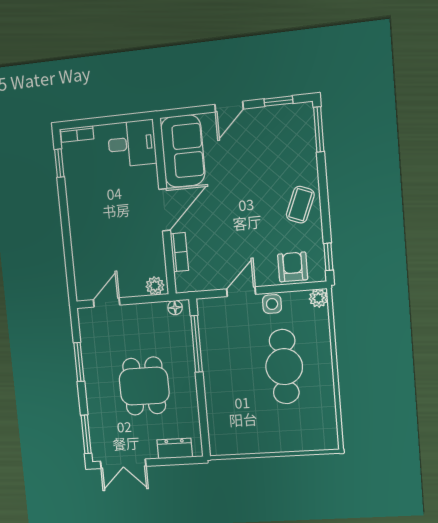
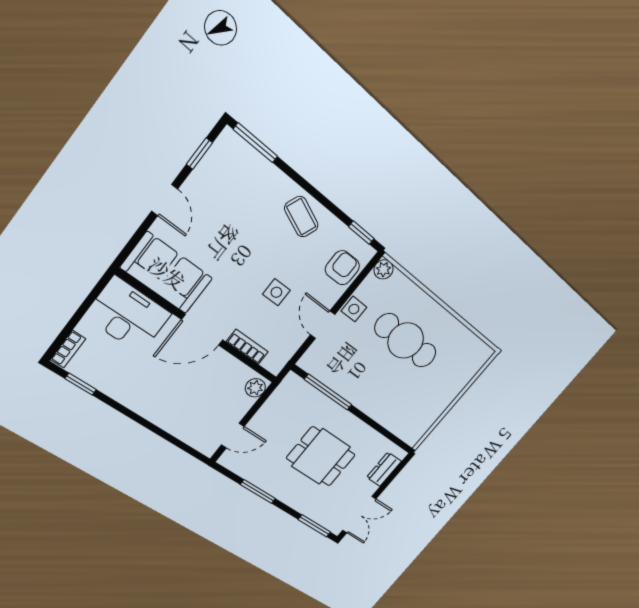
desk: (132, 143) -> (128, 315), width x1.37
door: (165, 210) -> (202, 330), swing flipped
side table: (235, 236) -> (276, 292), added
armchair: (293, 267) -> (342, 268), turned 90
door: (107, 302) -> (233, 436), swing flipped
floor lamp: (175, 308) -> (286, 386), removed

